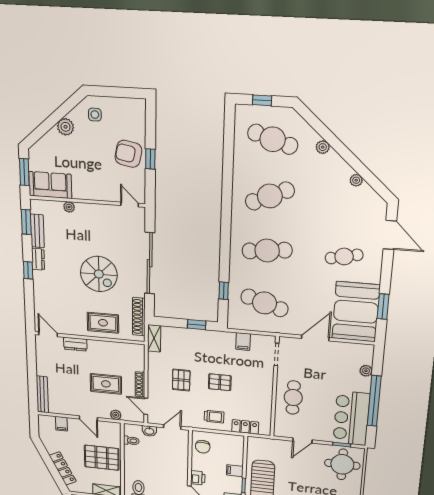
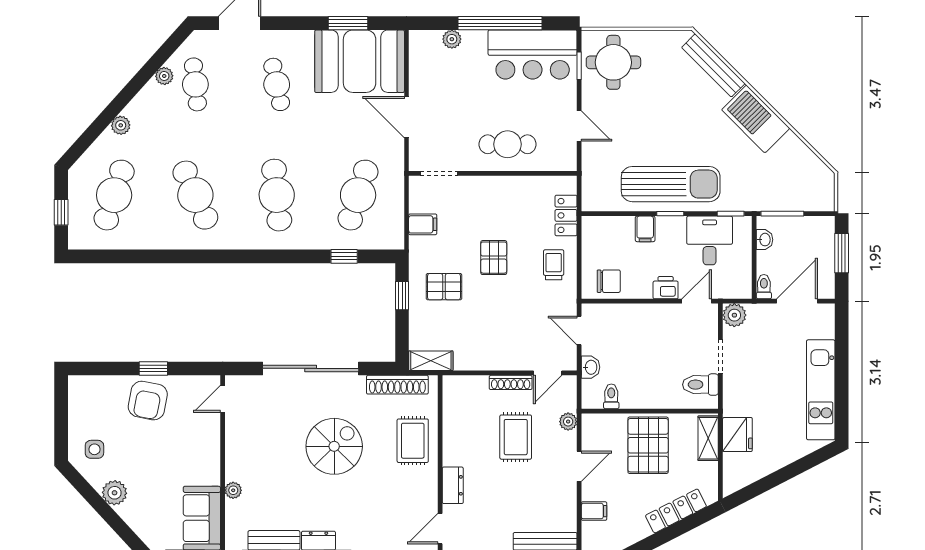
cafe table: (348, 201) -> (195, 84), added
pallet: (181, 380) -> (444, 287), moved

